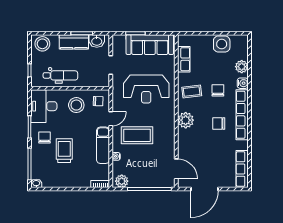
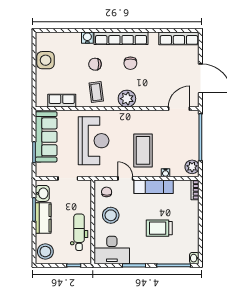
plant: (242, 67) -> (70, 39), removed
chair: (45, 137) -> (145, 249), removed

